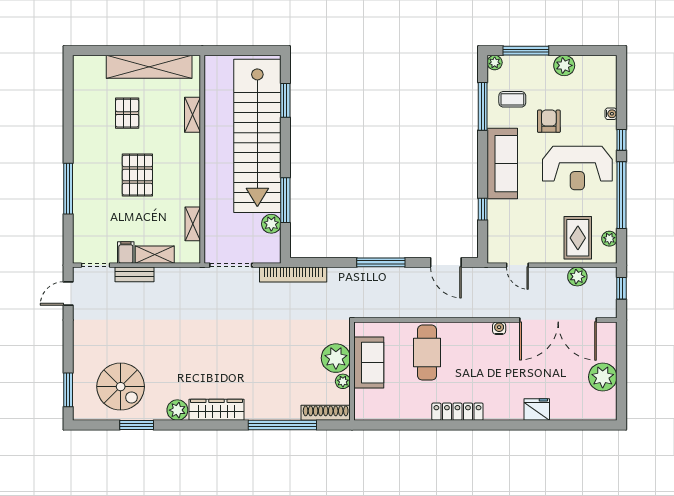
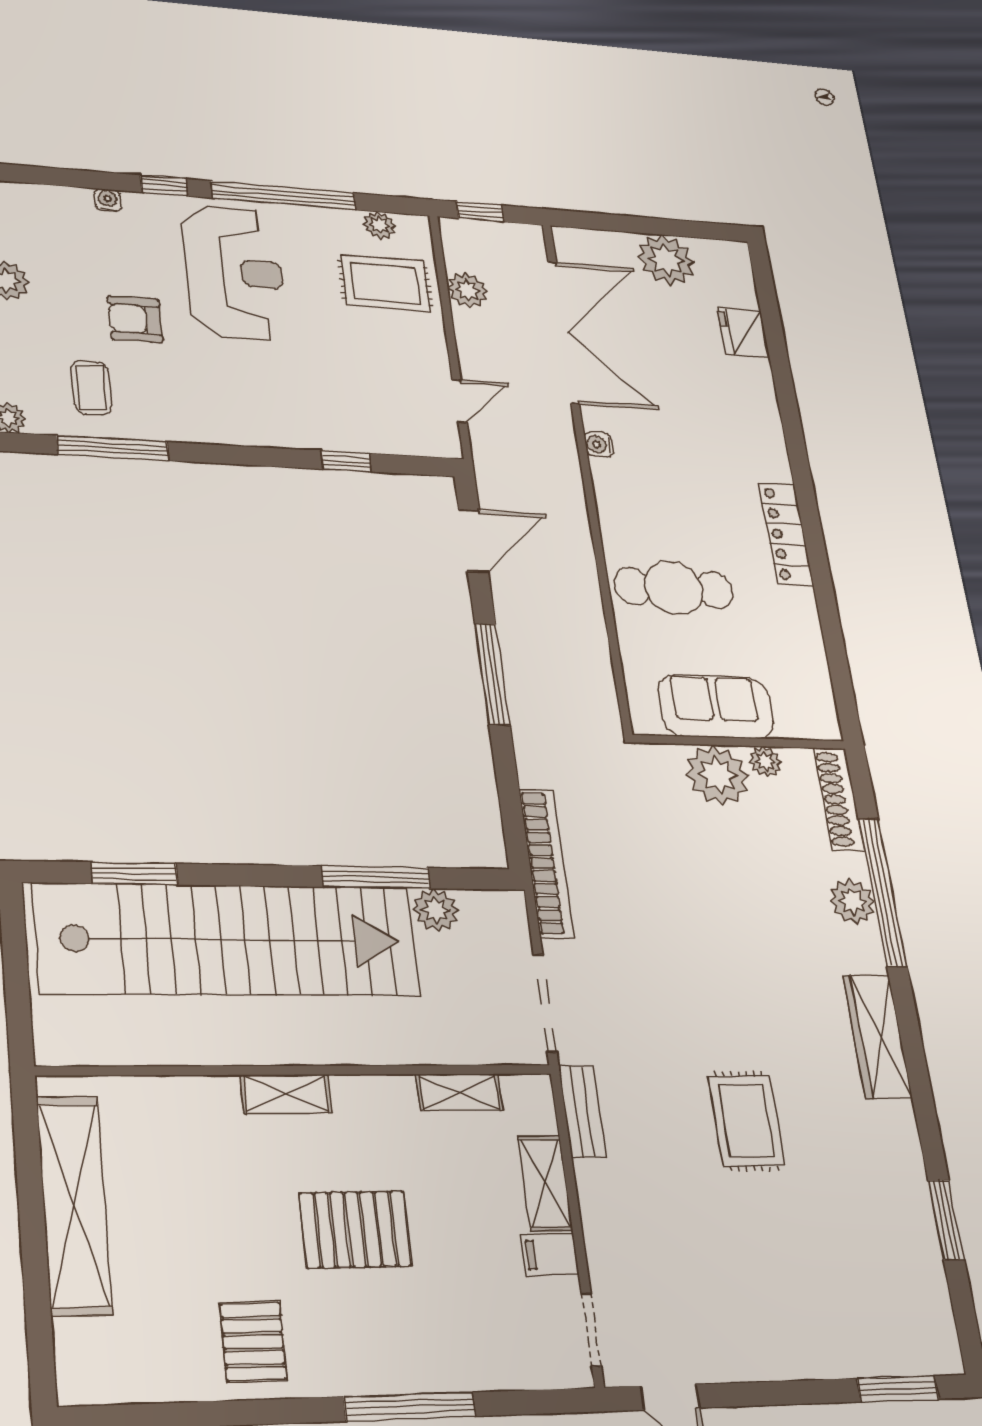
pallet: (127, 113) -> (253, 1342), moved, turned 90
shelving: (193, 115) -> (286, 1094), moved
sofa: (502, 164) -> (240, 417), removed
bench: (134, 274) -> (582, 1112), moved
rug: (180, 345) -> (747, 1121), added
spiral stairs: (121, 387) -> (867, 1260), removed
fridge: (537, 409) -> (743, 332), moved
plant: (177, 410) -> (852, 901), moved

